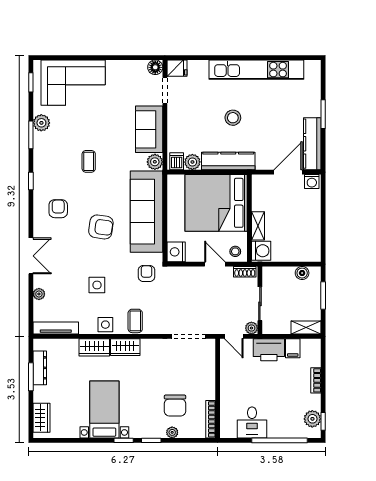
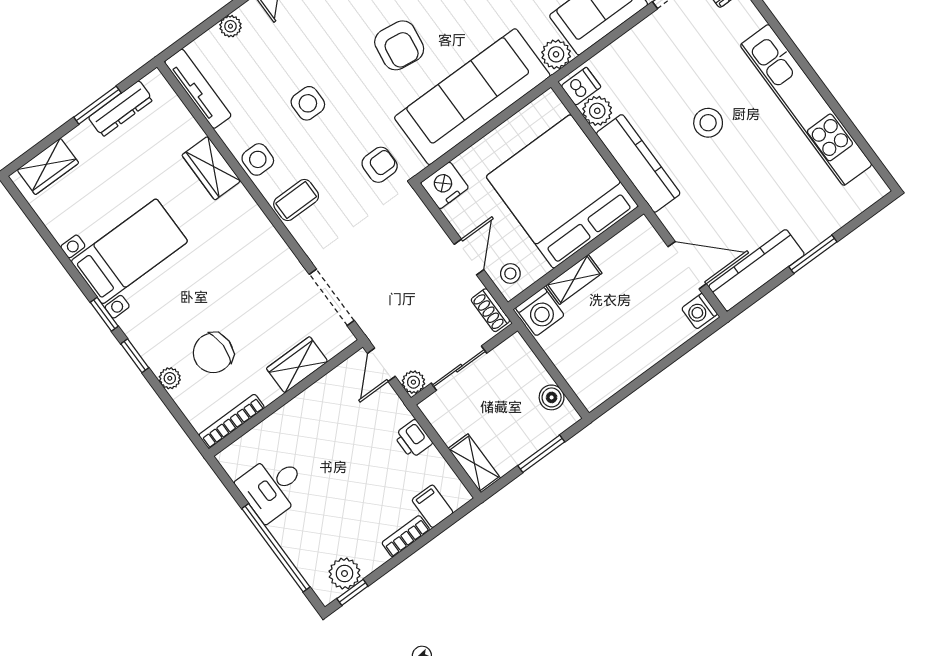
wardrobe: (125, 347) -> (297, 365), moved, turned 90
filing cabinet: (293, 348) -> (433, 506), moved, turned 90
printer: (269, 350) -> (413, 439), width x0.53, depth x0.68

